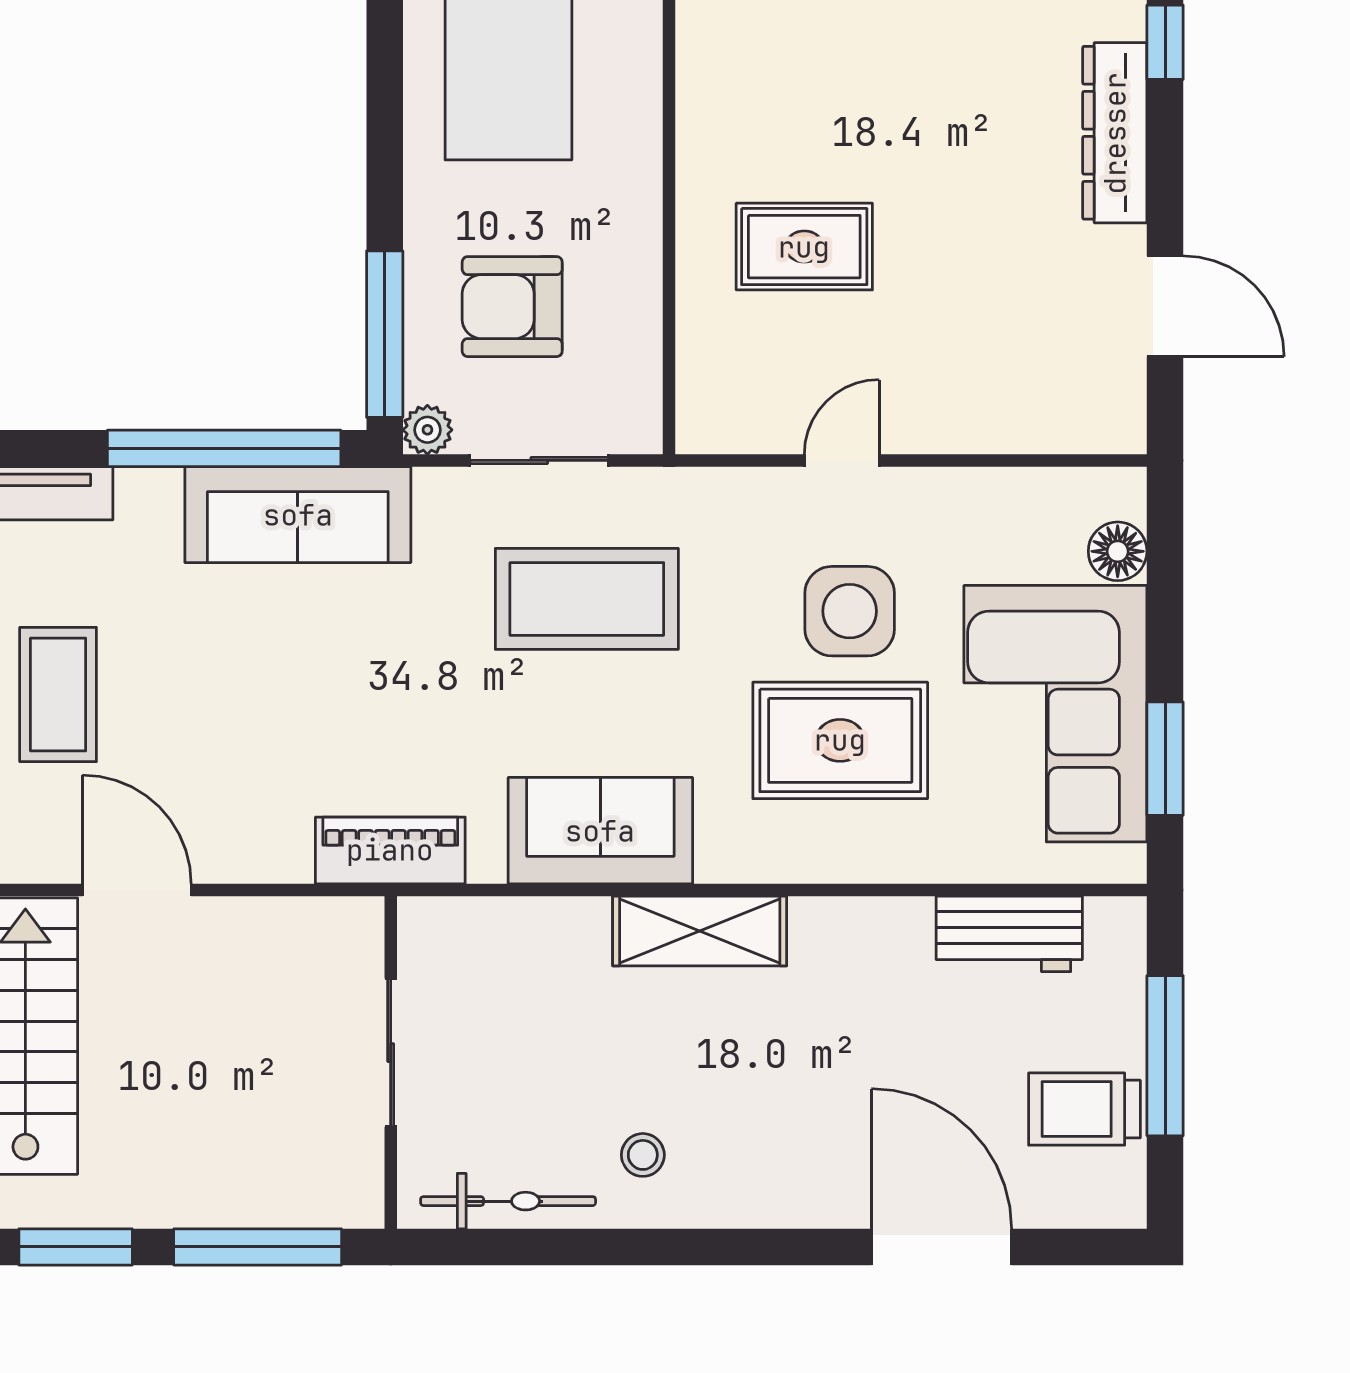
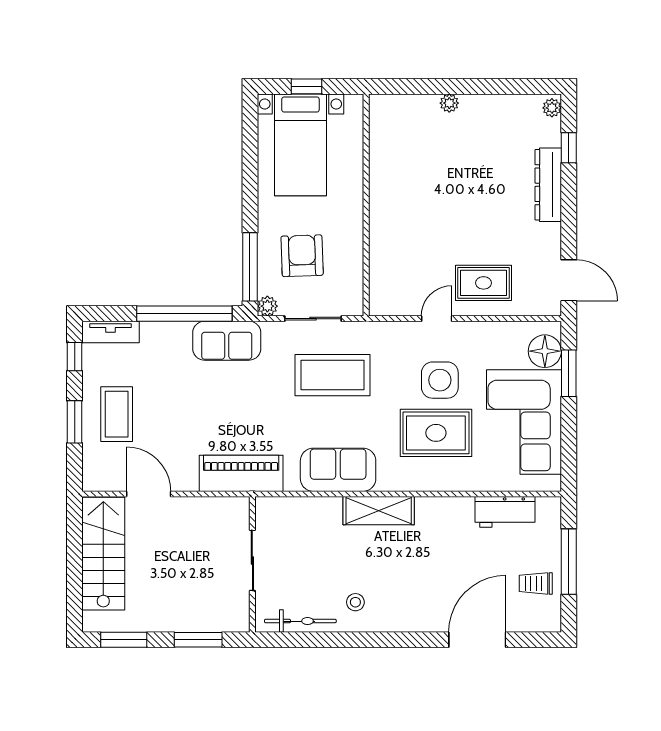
rug: (804, 247) -> (484, 283), moved
door: (1165, 306) -> (569, 280), moved
armchair: (512, 307) -> (302, 256), turned 88
sofa: (298, 515) -> (227, 341), width x0.73
floor lamp: (1118, 551) -> (545, 351), width x1.38, depth x1.38
window: (1165, 759) -> (569, 373), moved
piano: (390, 850) -> (241, 473), width x1.37, depth x1.33
trolley: (1084, 1109) -> (536, 583), width x0.73, depth x0.72
window: (258, 1247) -> (198, 640), width x0.69
door: (941, 1247) -> (477, 640), hinge flipped

